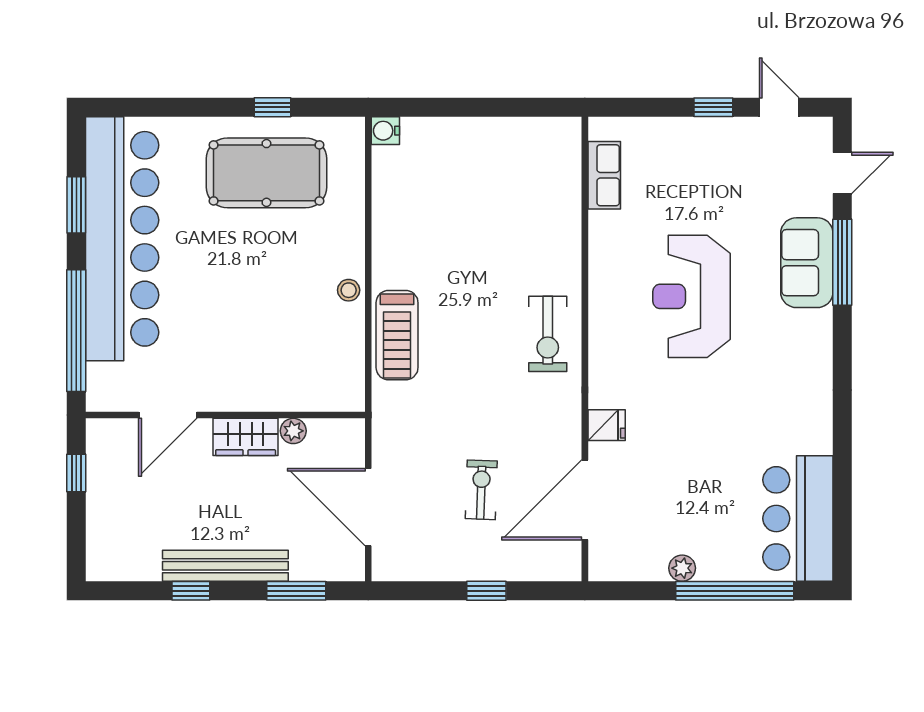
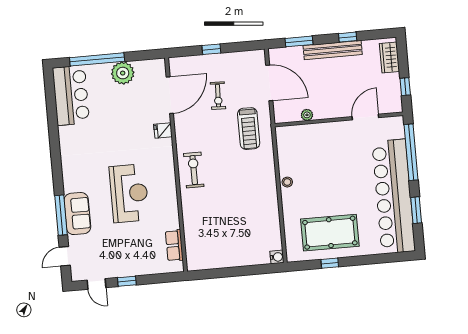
treadmill: (397, 335) -> (249, 129), moved, turned 180
wardrobe: (246, 437) -> (389, 58), moved, turned -90
plant: (682, 568) -> (123, 73), width x1.87, depth x1.87

